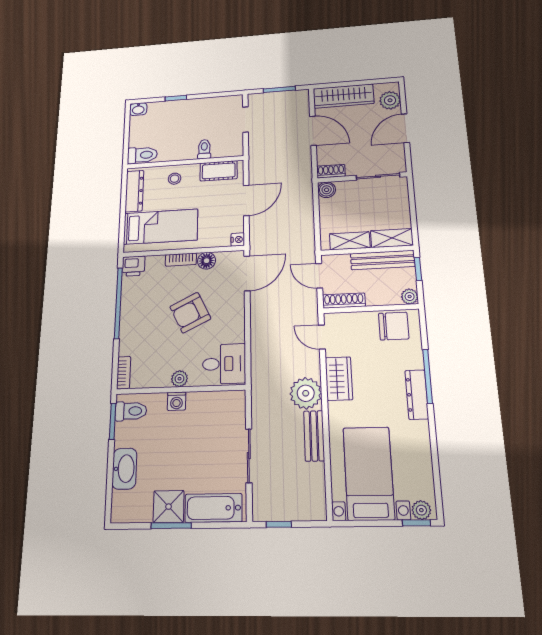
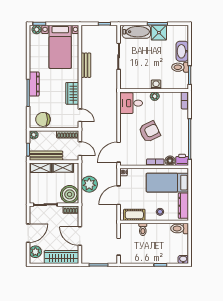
boiler: (327, 190) -> (70, 194), width x1.86, depth x1.86
floor lamp: (207, 261) -> (170, 161), moved
plant: (306, 393) -> (89, 184), moved
toilet: (131, 411) -> (180, 67), moved

